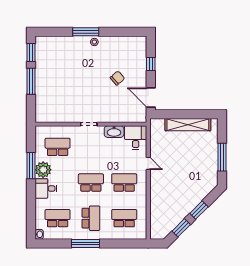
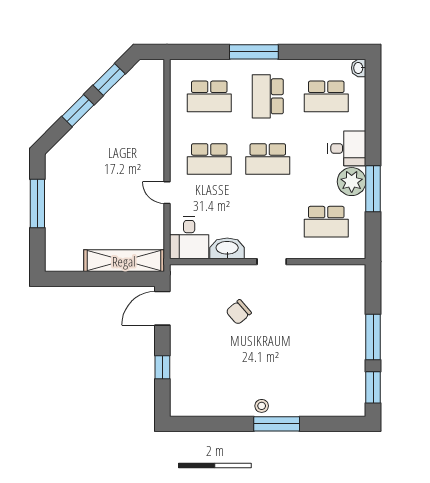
chair: (117, 78) -> (239, 312), moved
door: (151, 98) -> (162, 308), swing flipped
shelving: (188, 125) -> (124, 261), moved
window: (86, 243) -> (254, 52), moved

